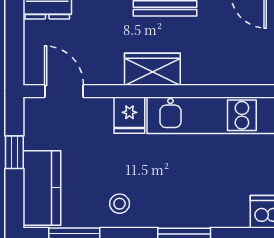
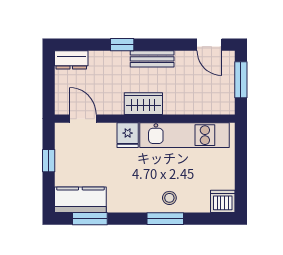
kitchen counter: (42, 188) -> (80, 200), moved, turned -90
stool: (120, 204) -> (169, 198), moved

